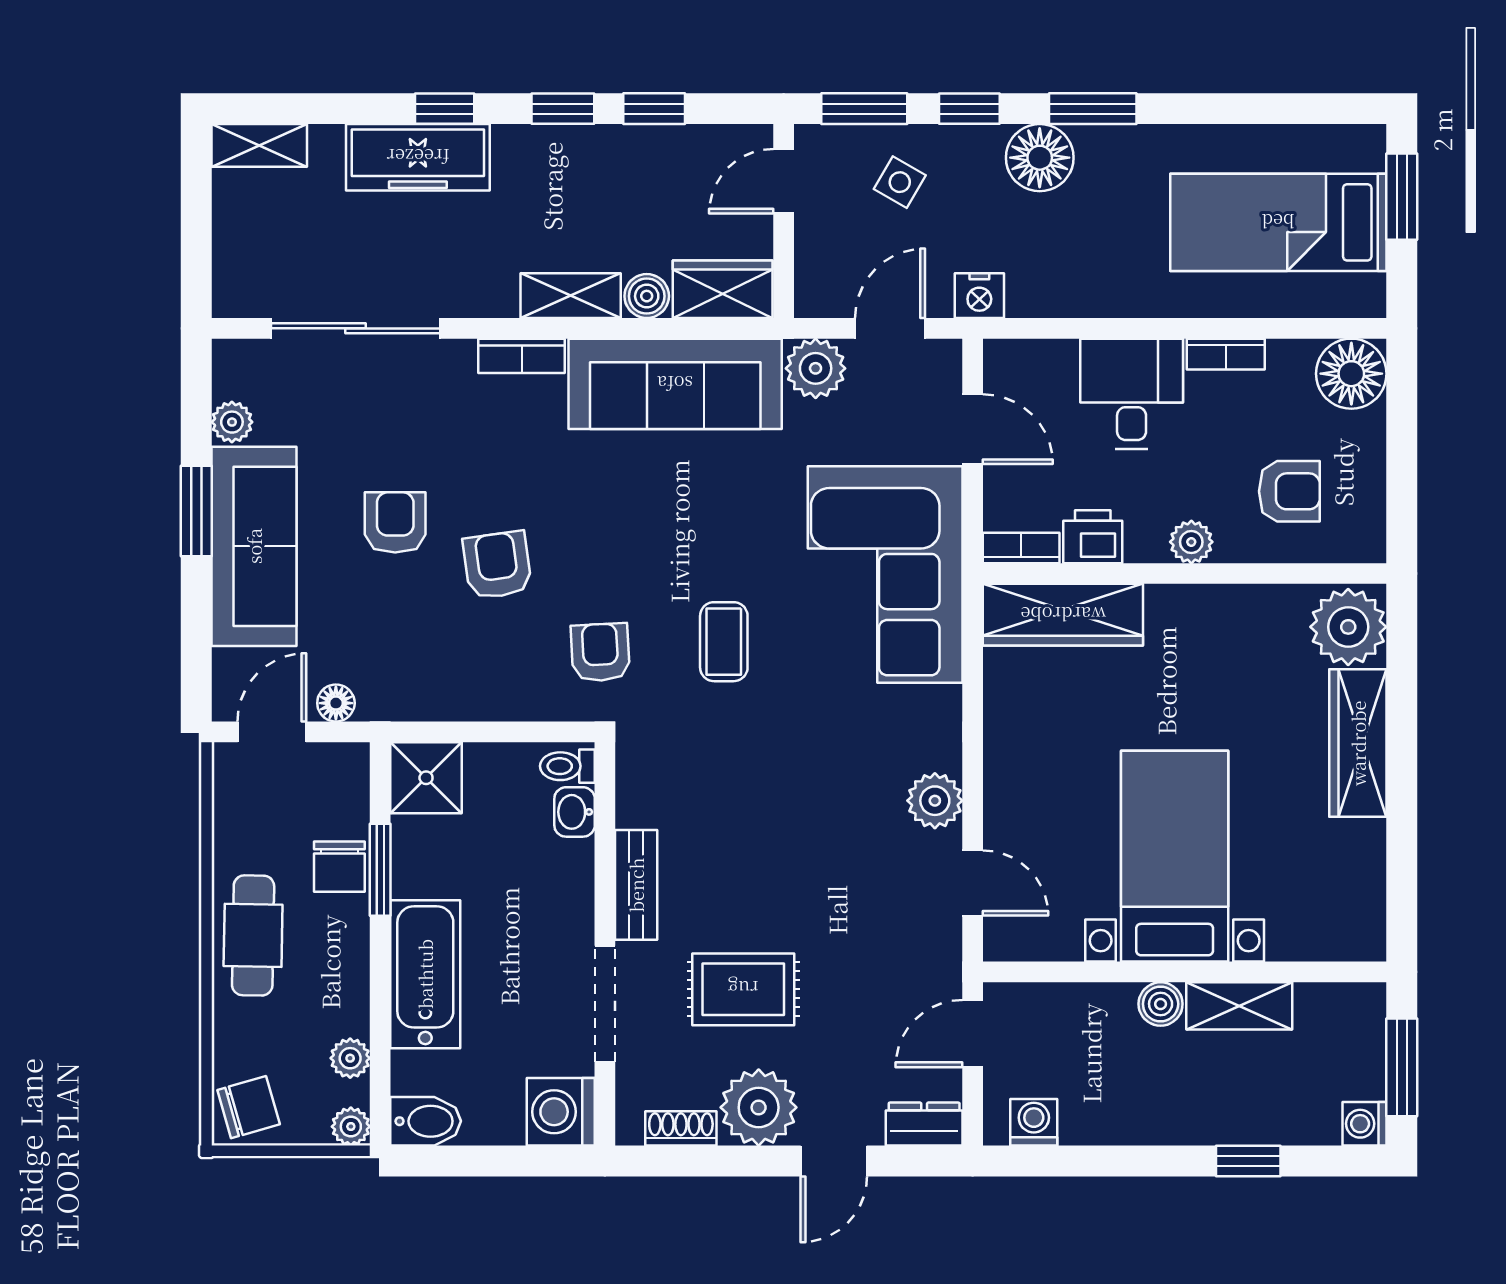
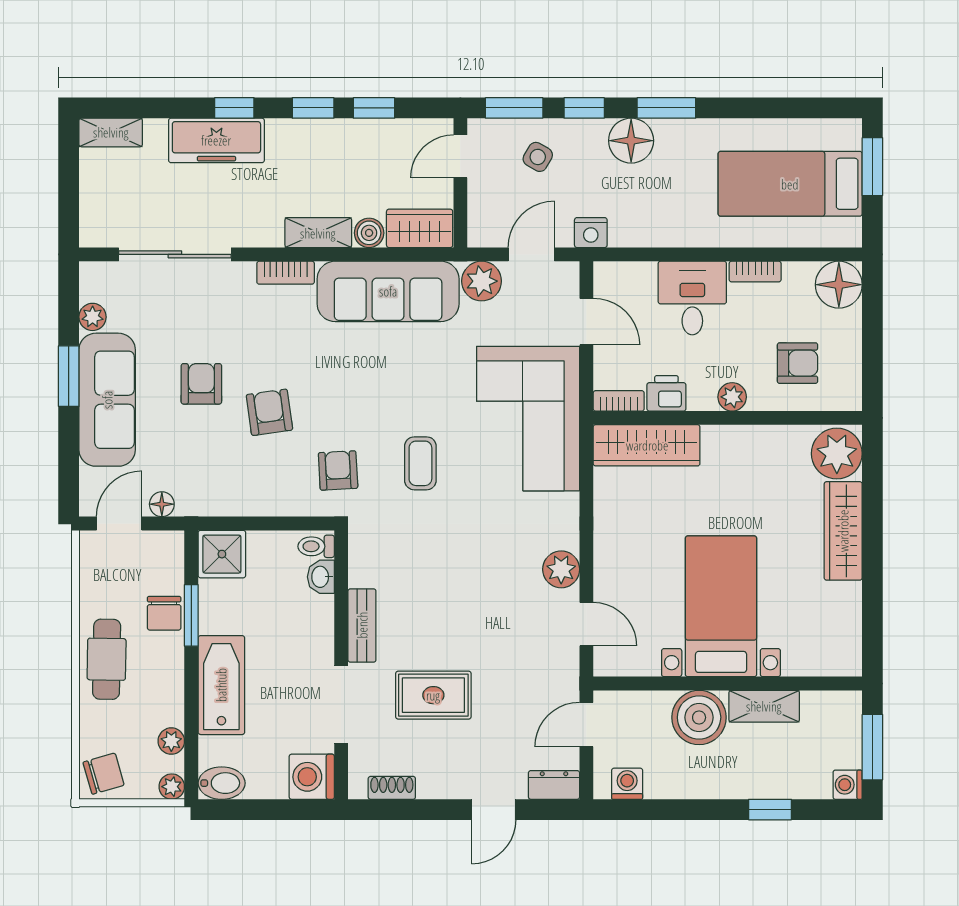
boiler: (1161, 1004) -> (699, 717), width x1.86, depth x1.86
plant: (759, 1107) -> (444, 774), removed

